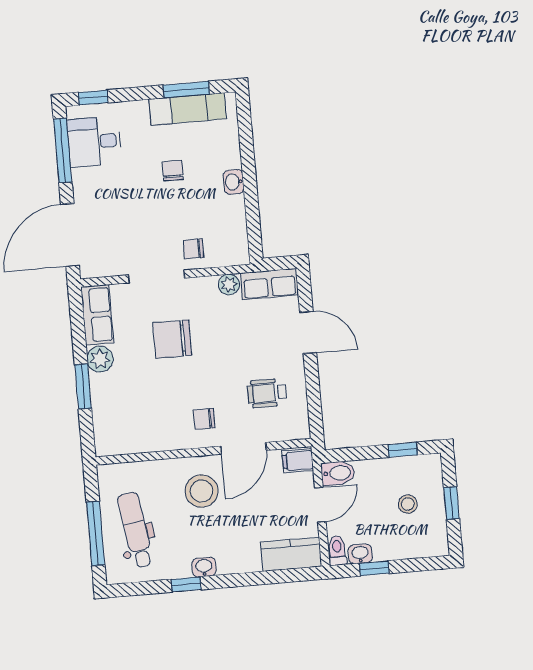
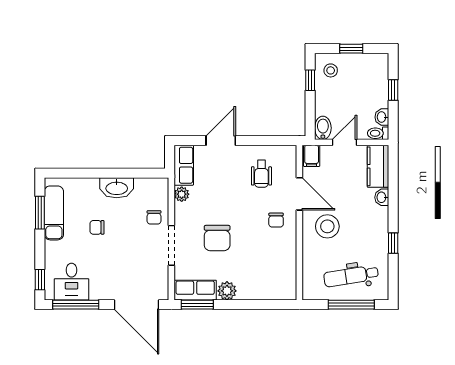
washbasin: (234, 182) -> (117, 188), width x1.91, depth x1.45
window: (83, 386) -> (197, 305), moved
stool: (408, 504) -> (331, 70), moved
door: (320, 505) -> (344, 142), hinge flipped
washbasin: (204, 567) -> (382, 197), moved
window: (374, 568) -> (393, 90), moved

